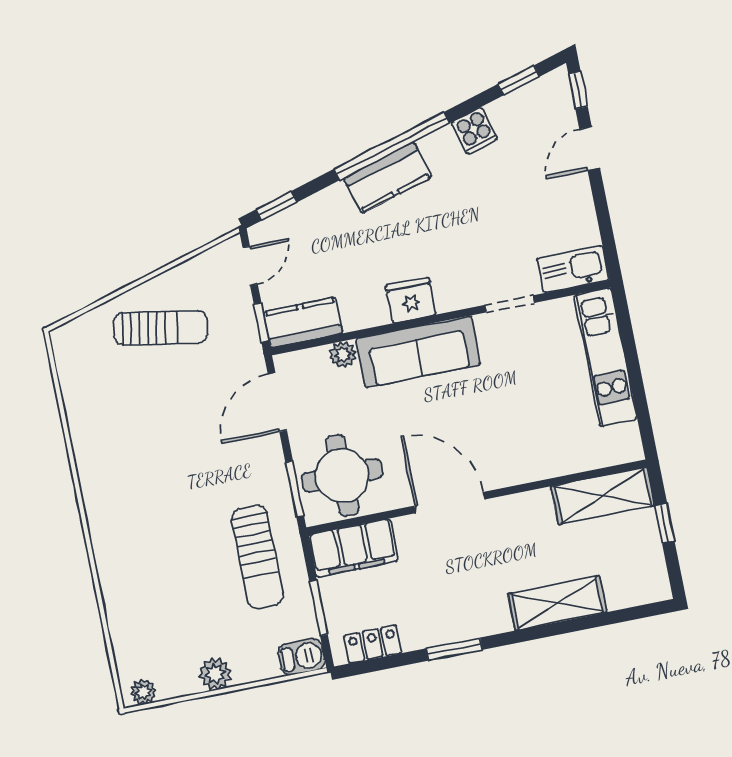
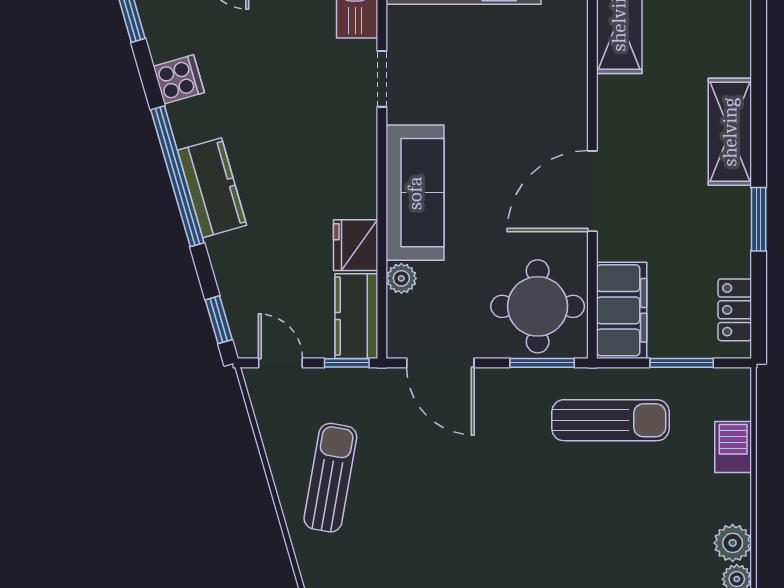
fridge: (411, 300) -> (356, 245), moved
shelving: (557, 603) -> (730, 132), moved
barbecue: (302, 657) -> (733, 447), moved
plant: (215, 674) -> (733, 543), moved

